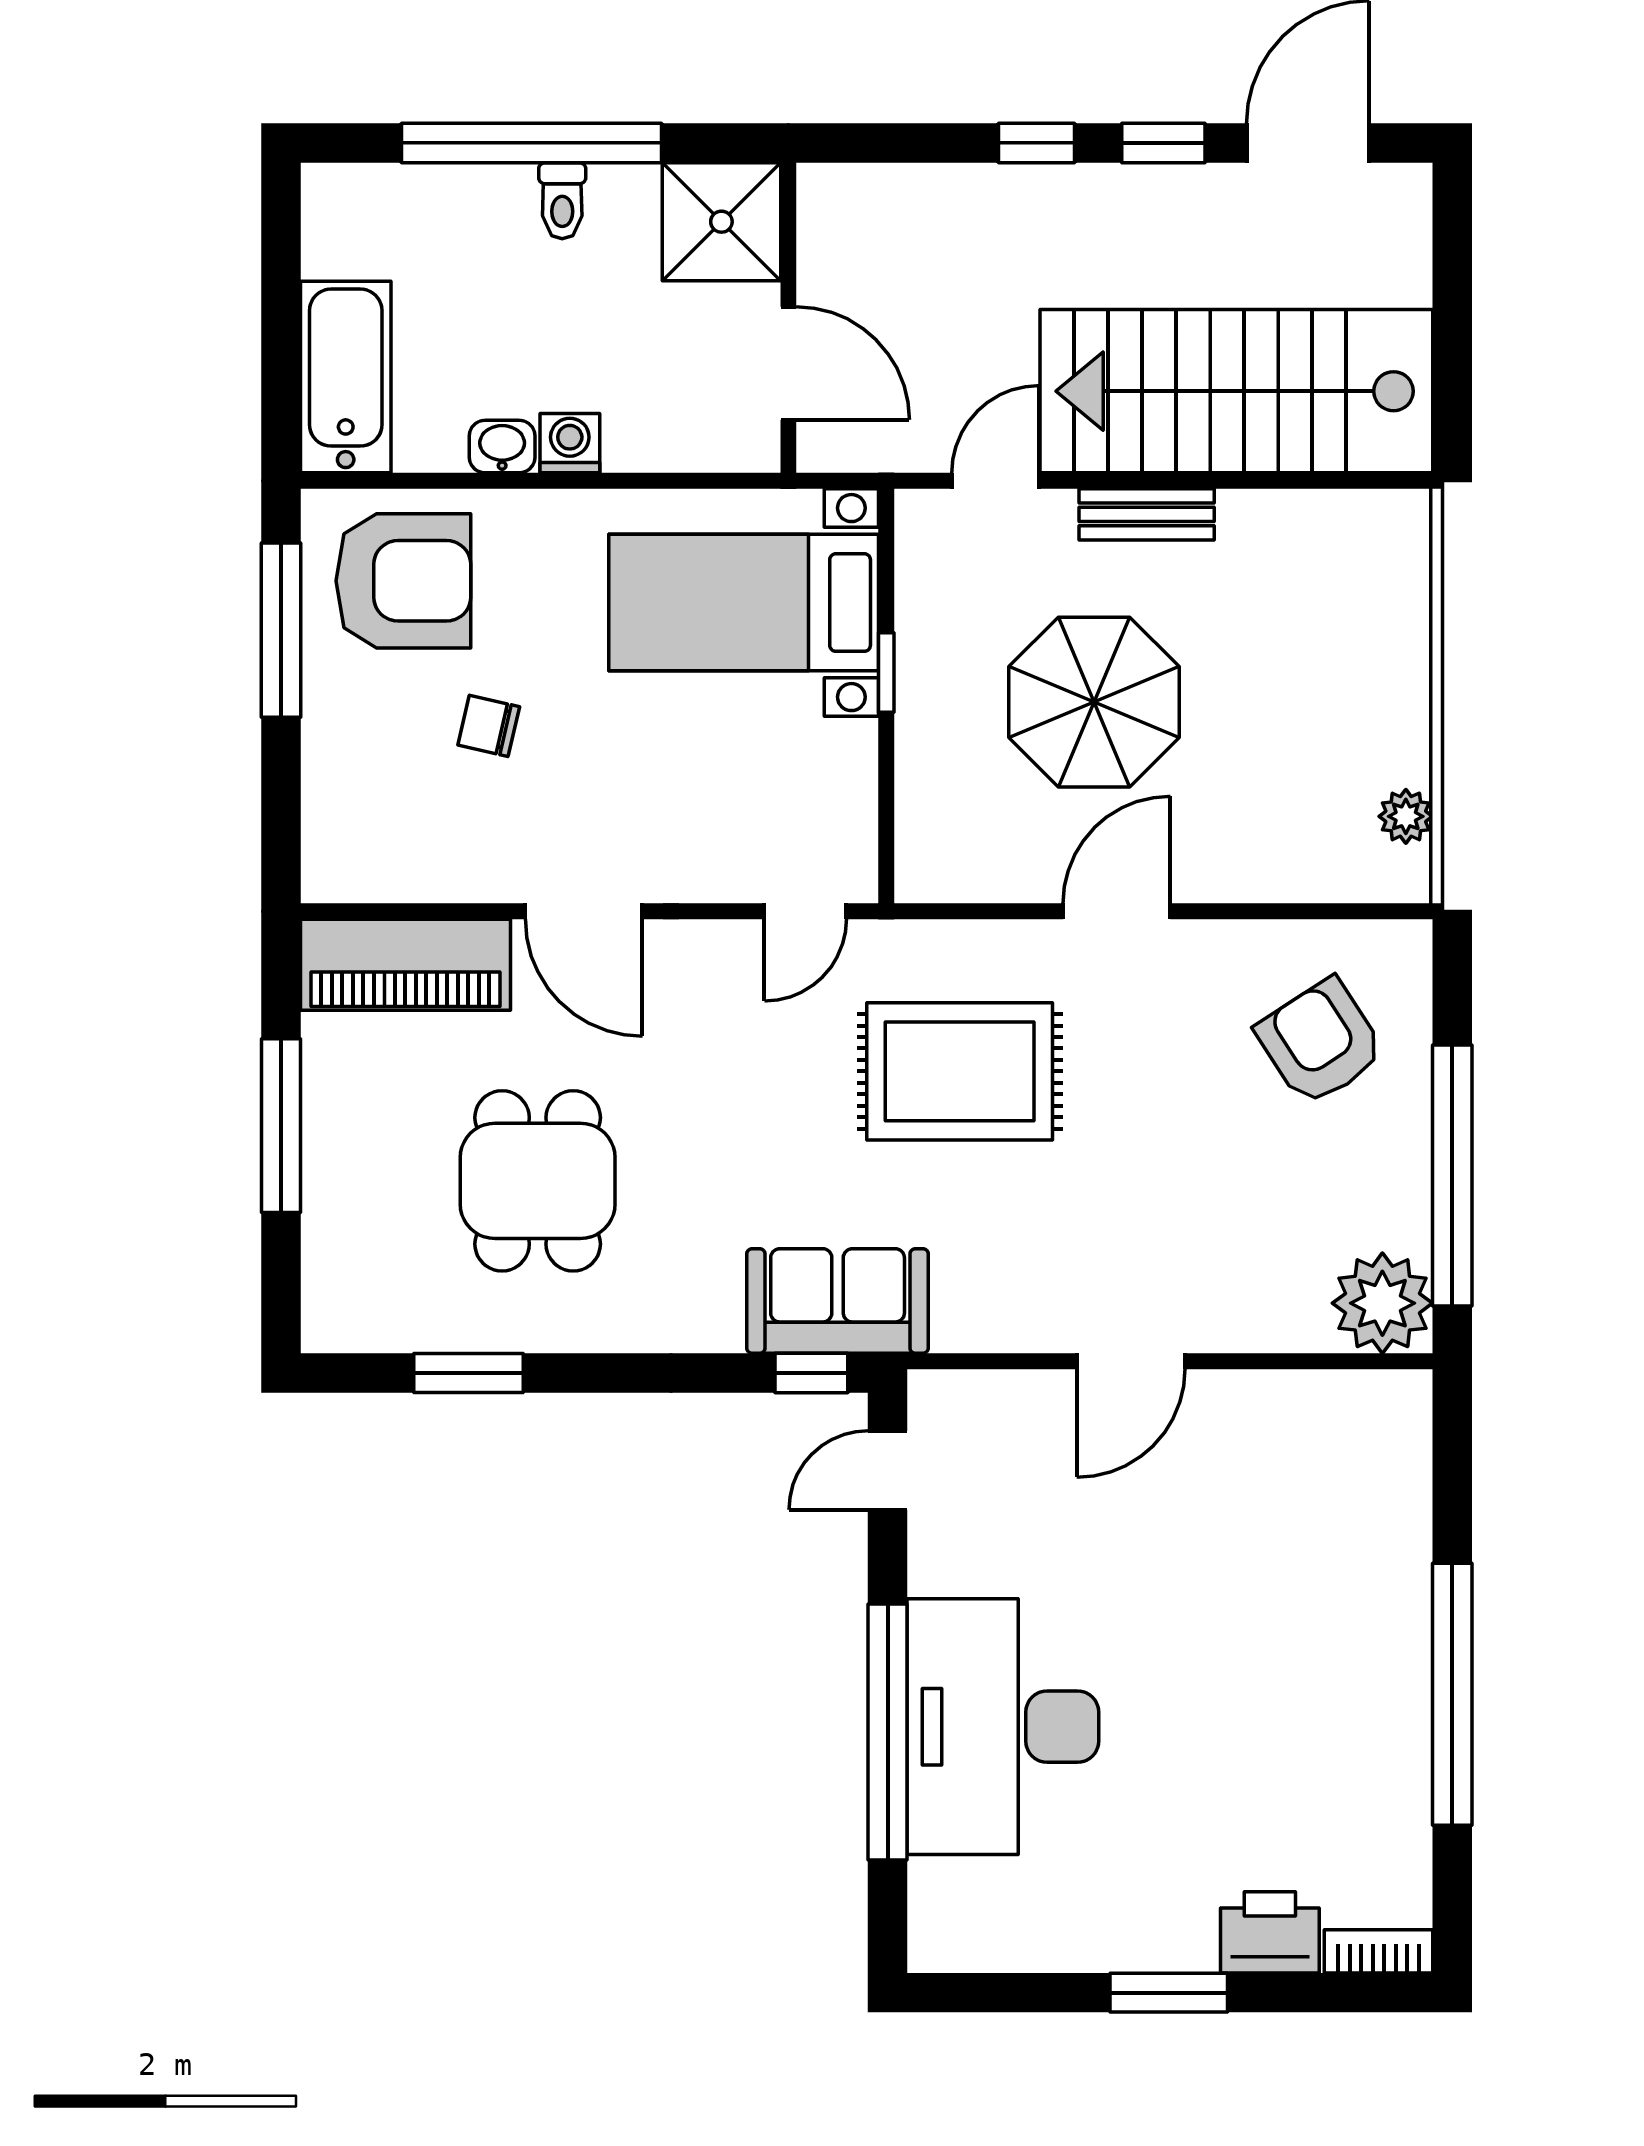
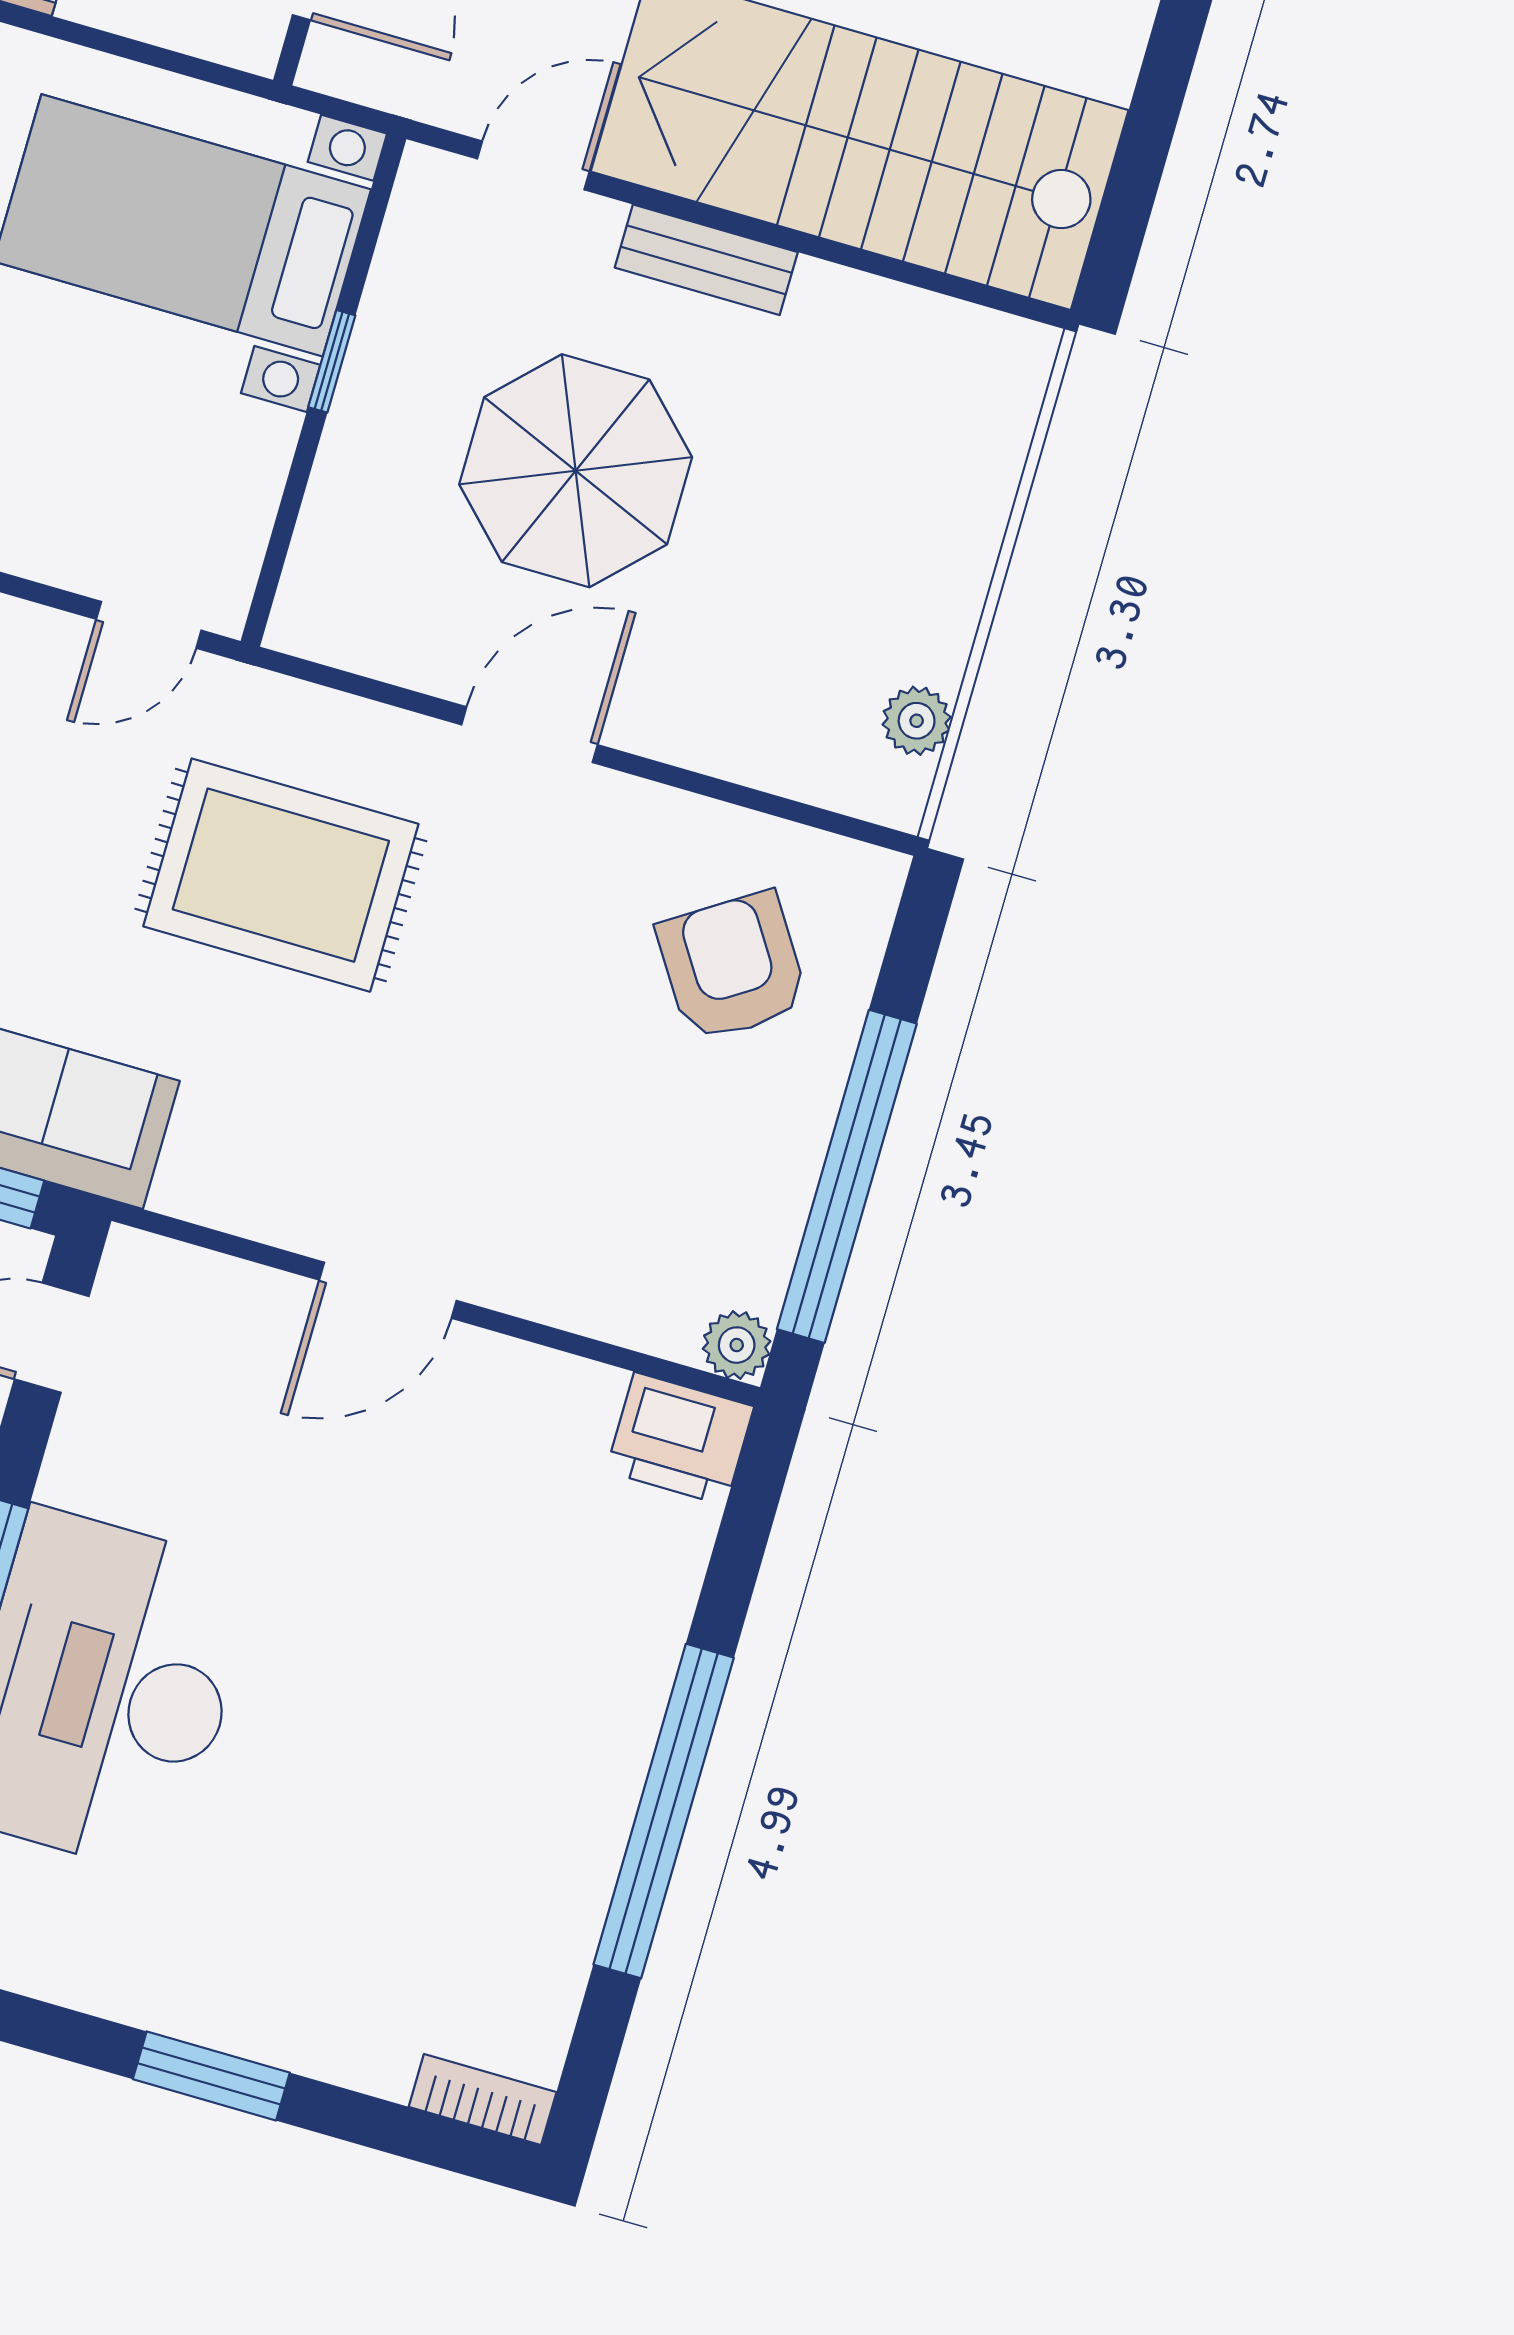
plant: (1382, 1303) -> (737, 1345), width x0.53, depth x0.53
printer: (1270, 1932) -> (680, 1439), moved, turned 180

